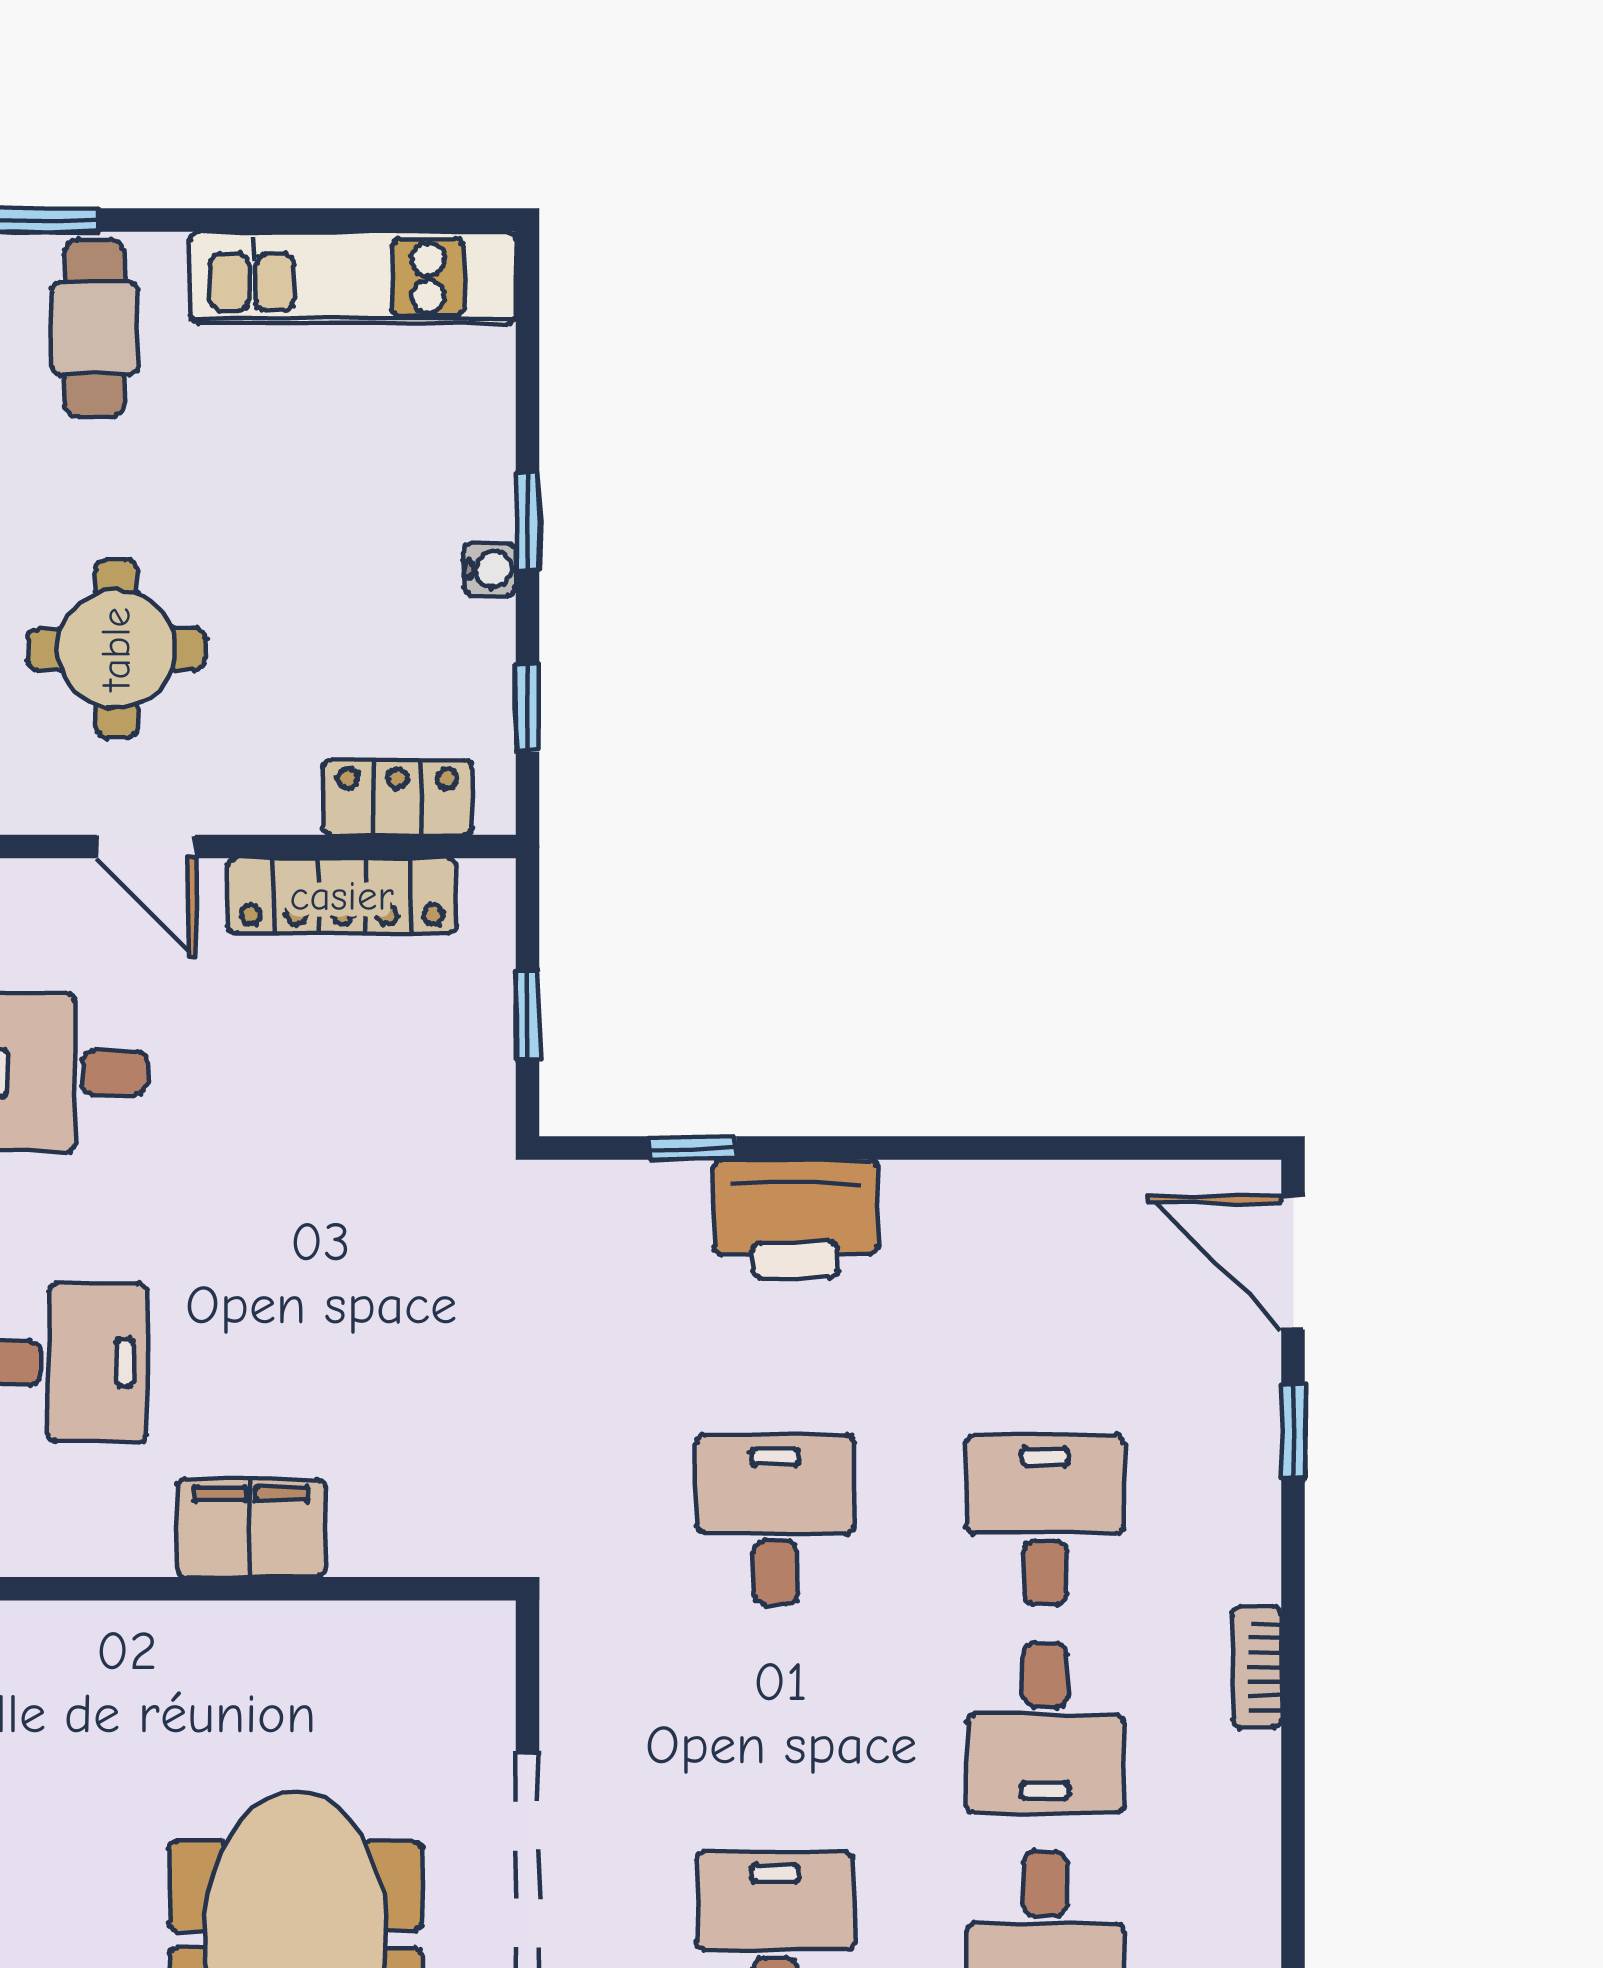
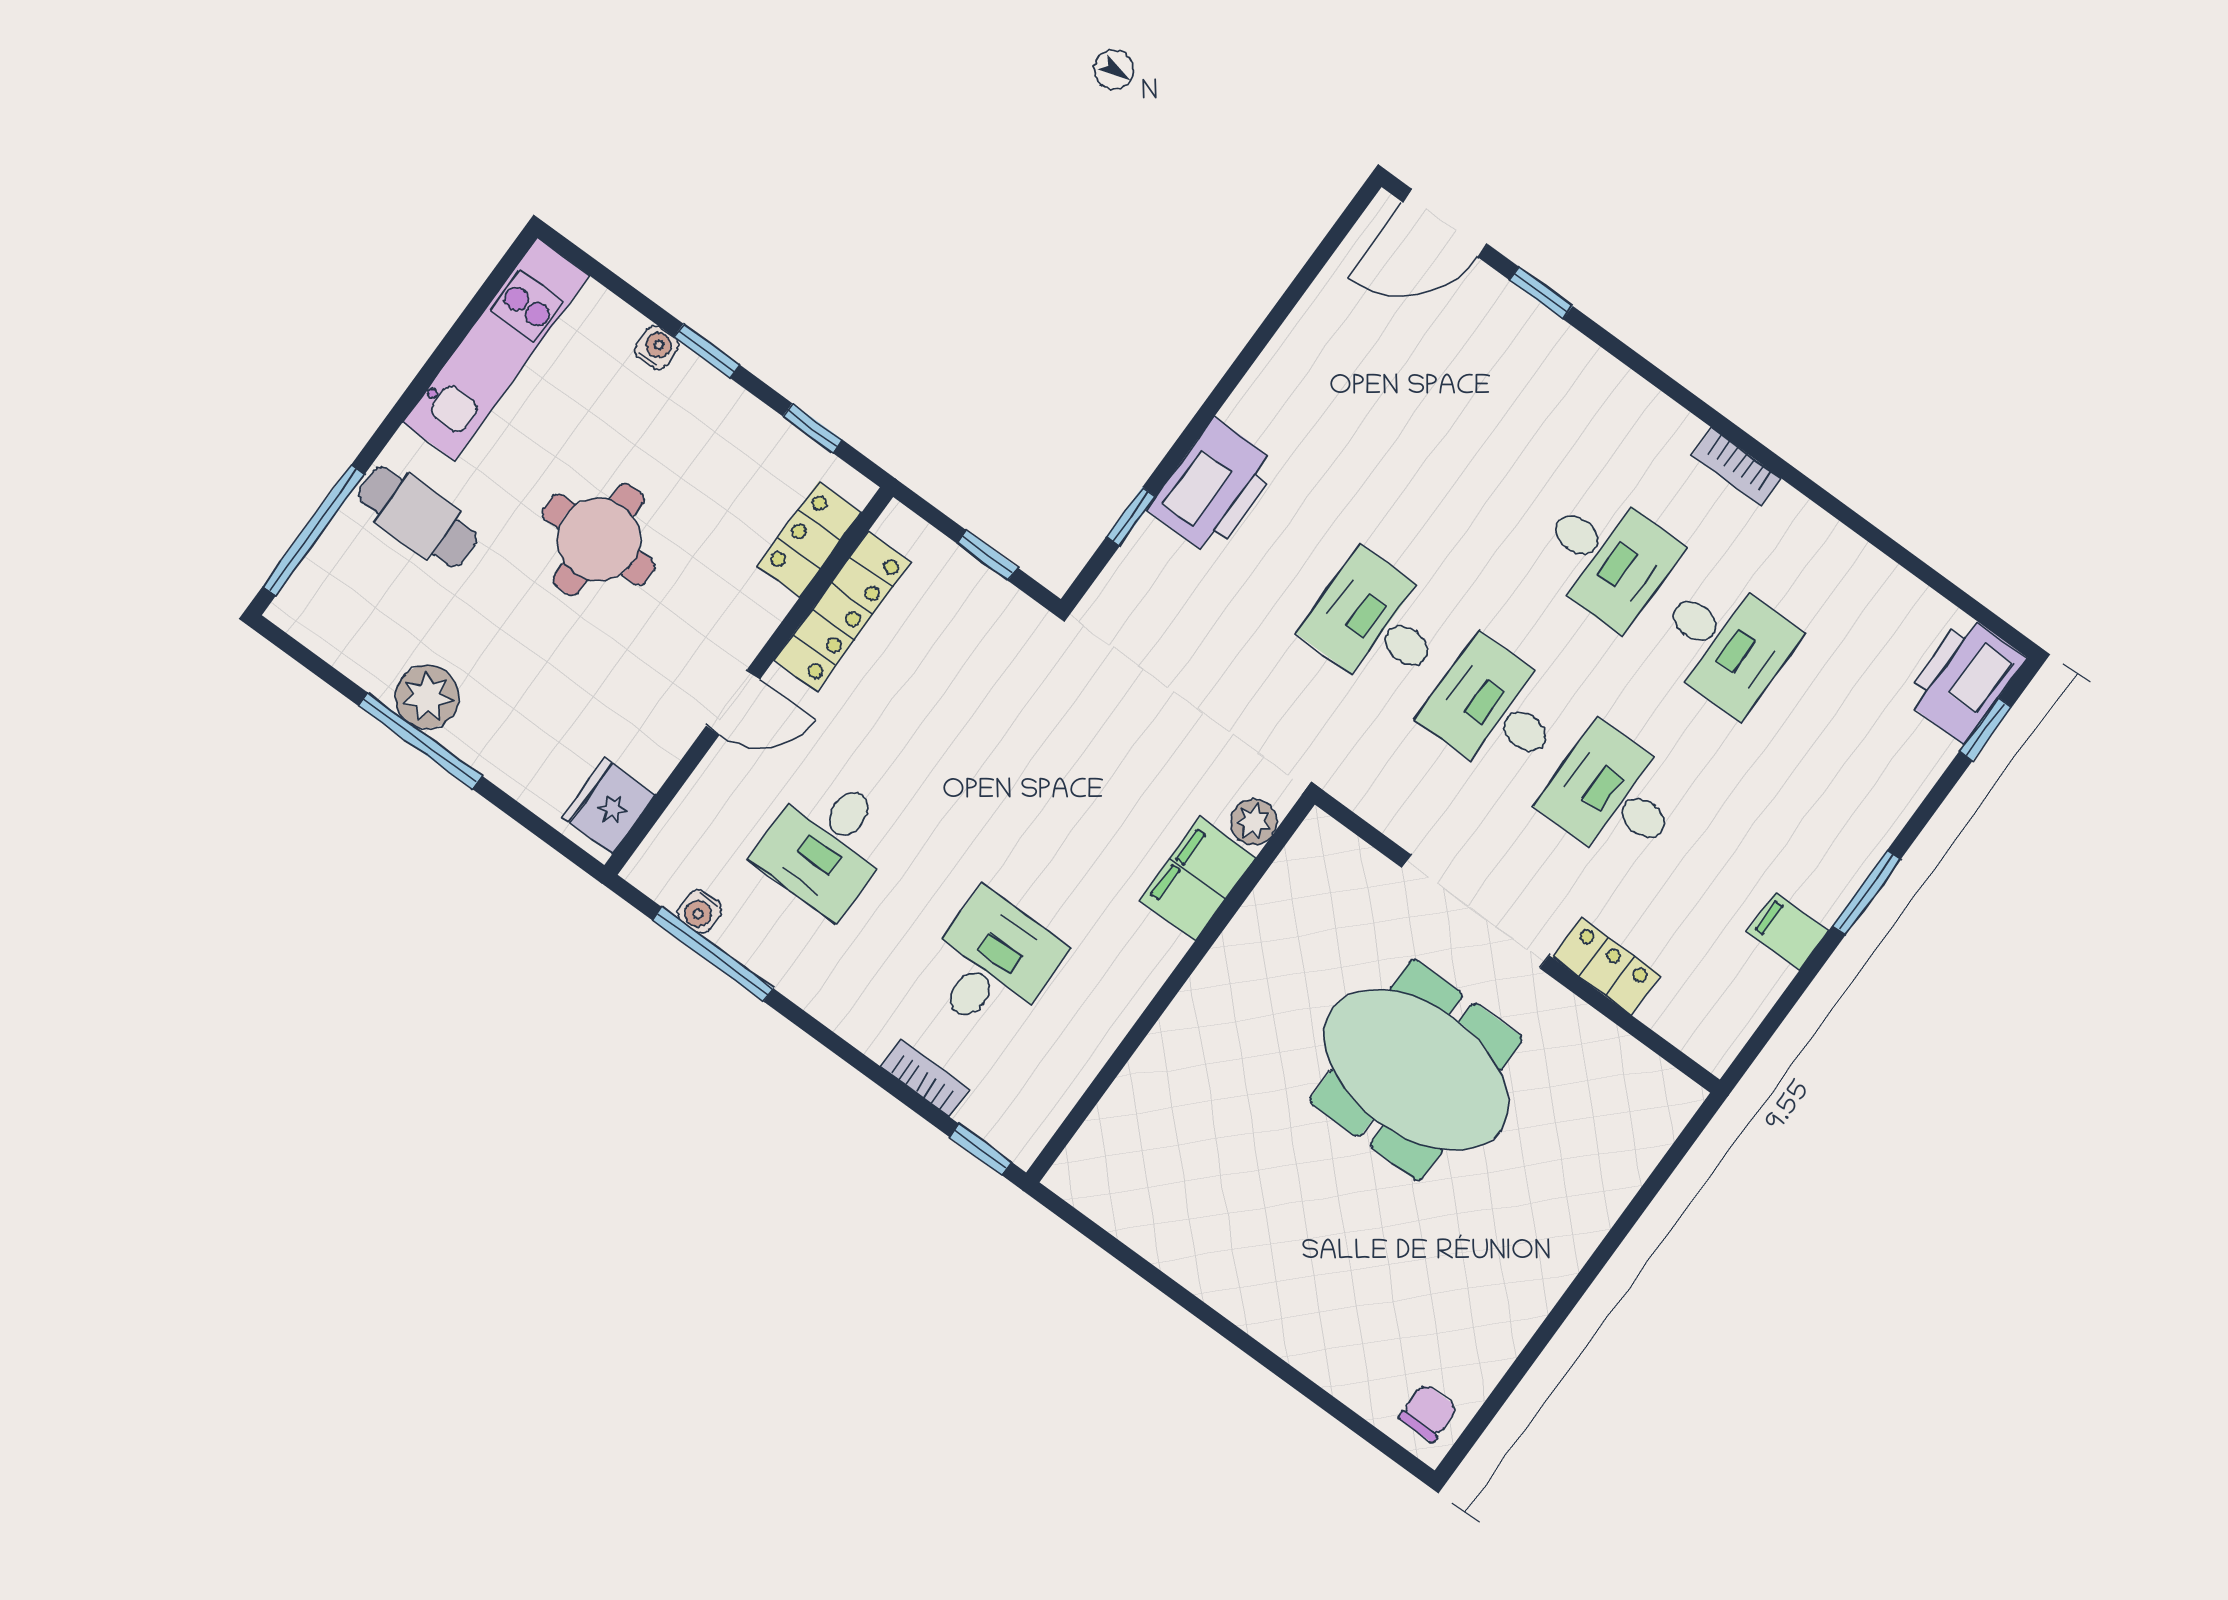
water cooler: (490, 569) -> (657, 347), moved
round table: (116, 649) -> (599, 540), moved
desk: (1045, 1520) -> (1495, 710), moved
filing cabinet: (251, 1528) -> (1198, 879), moved
plant: (445, 1545) -> (1254, 822), added
bookcase: (1257, 1667) -> (1736, 467), moved

